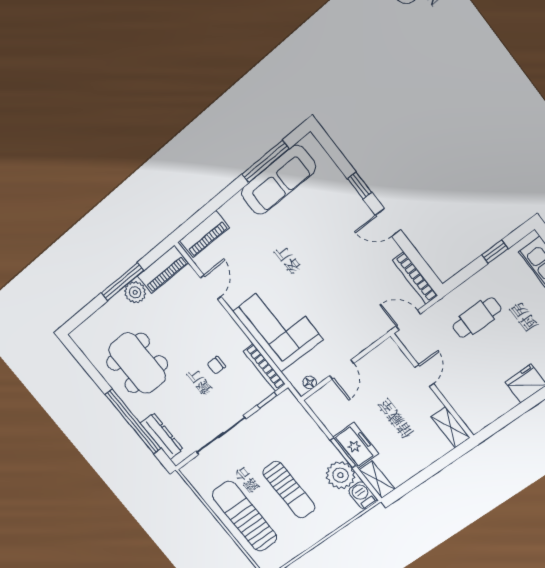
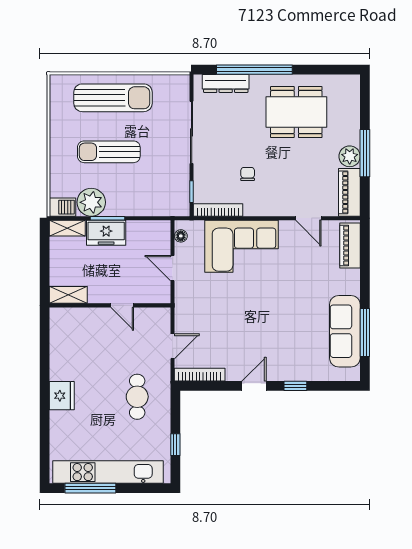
door: (424, 376) -> (122, 305), moved
wall: (432, 386) -> (110, 305), moved
shelving: (450, 427) -> (68, 295), moved

